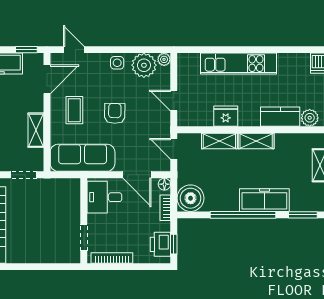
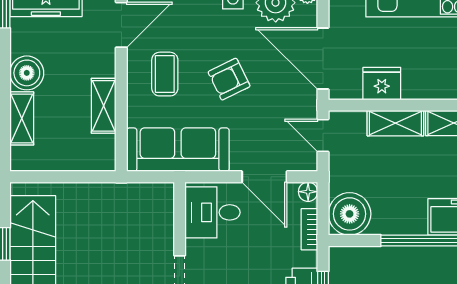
door: (174, 100) -> (323, 58), width x1.88
armchair: (115, 113) -> (229, 79), turned -117
fridge: (226, 116) -> (382, 84), moved
doorway: (23, 175) -> (84, 177), removed

